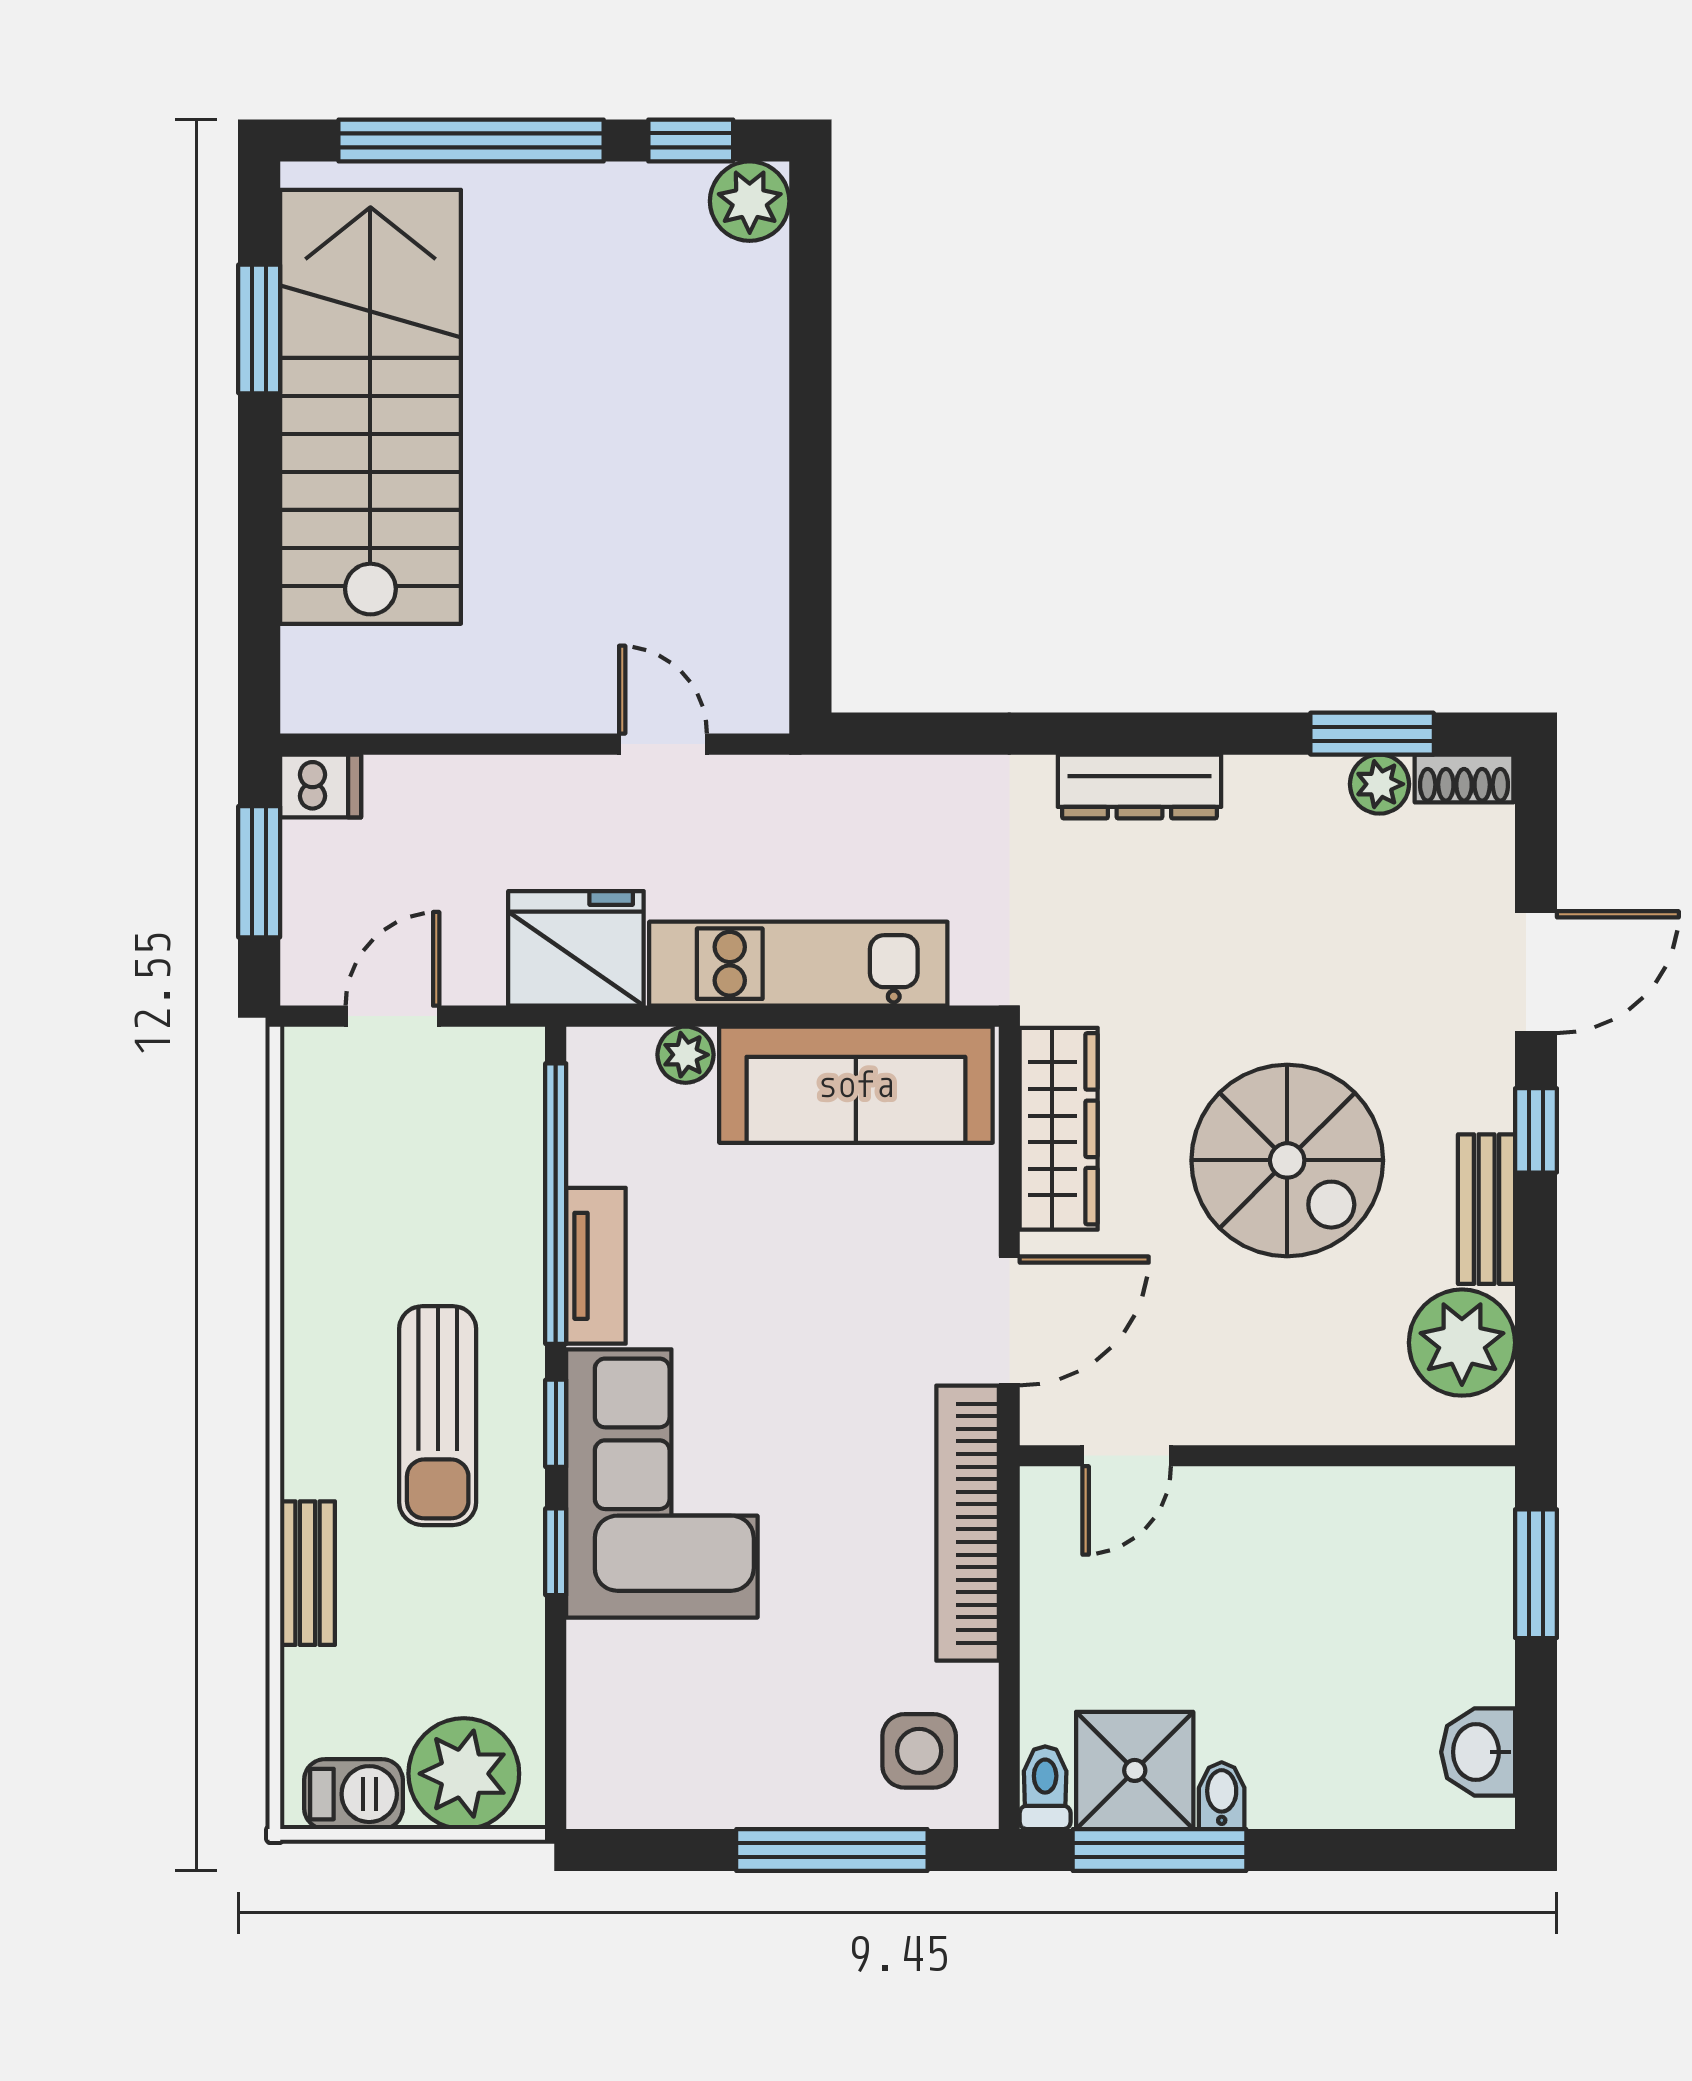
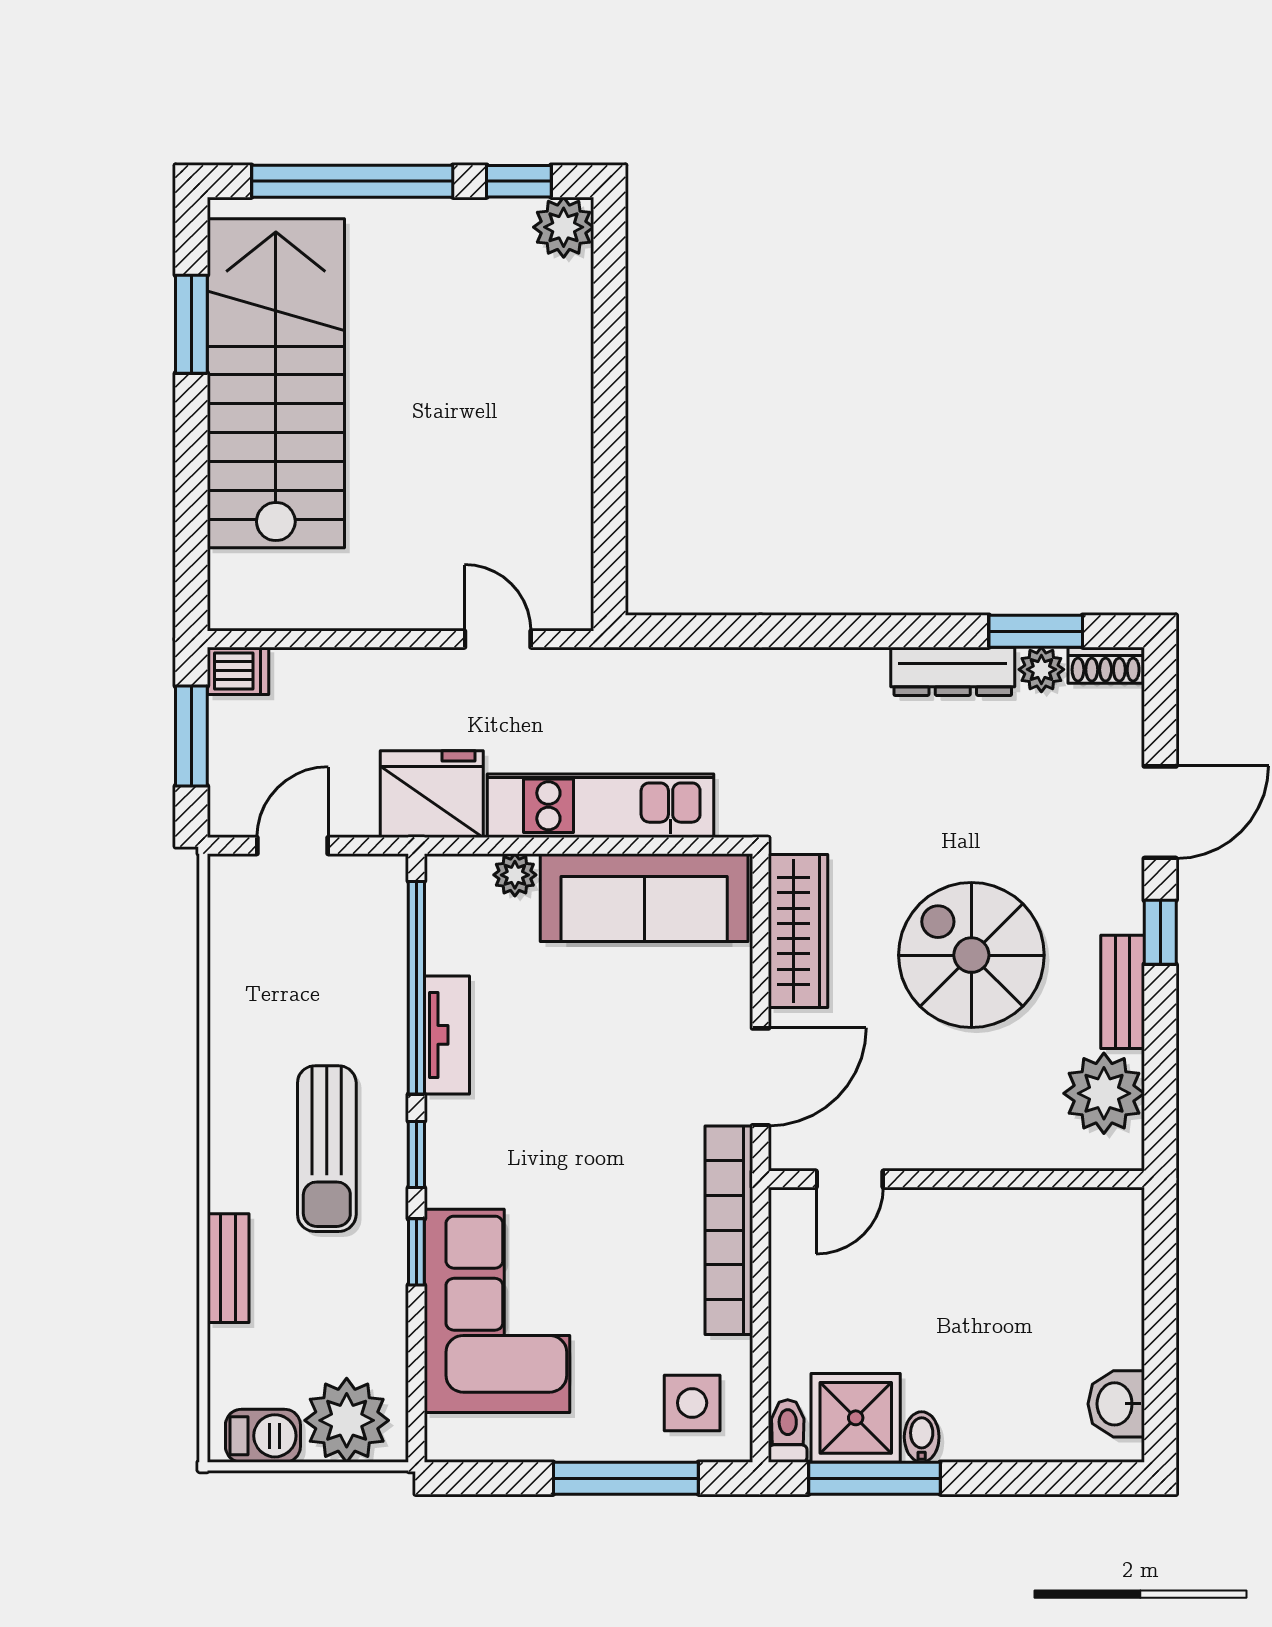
dresser: (1139, 786) -> (953, 671), moved
spiral stairs: (1287, 1160) -> (971, 955), turned 180
corner sofa: (662, 1483) -> (497, 1311), moved
window: (1536, 1574) -> (1160, 1269), removed

